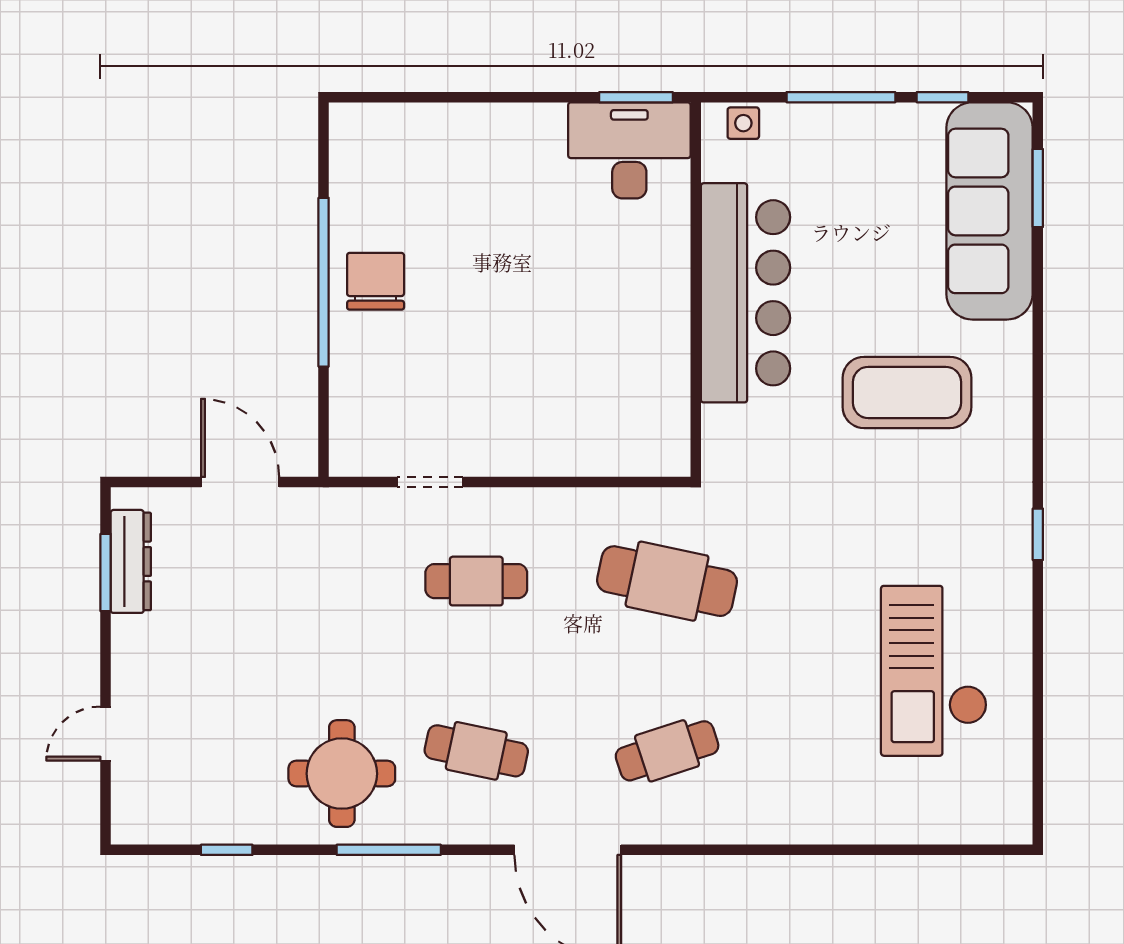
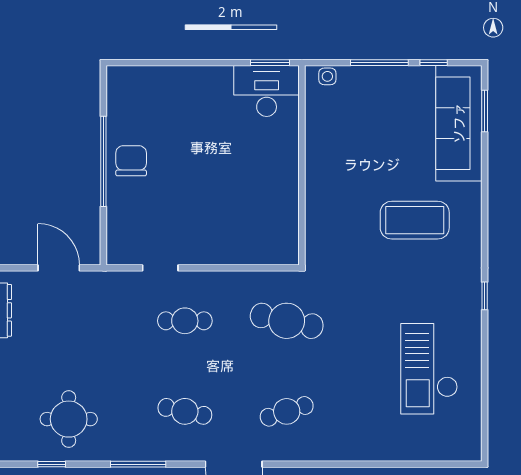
bar counter: (745, 293) -> (329, 167), removed
round table: (342, 774) -> (69, 419), moved

